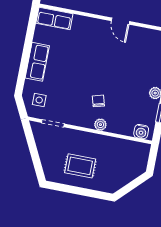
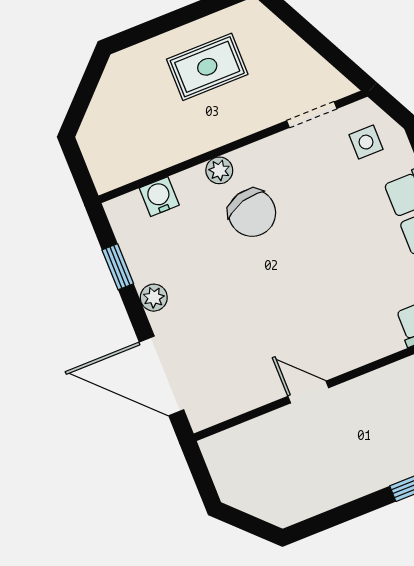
chair: (98, 101) -> (252, 213), width x1.87, depth x1.87
water cooler: (141, 132) -> (159, 197), moved

